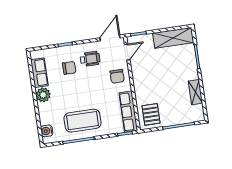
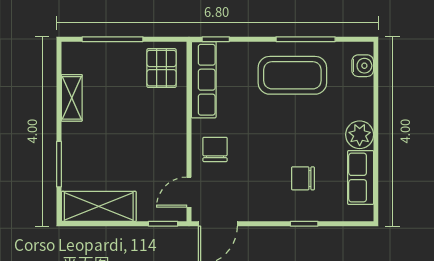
wheelchair: (90, 59) -> (261, 190), removed

